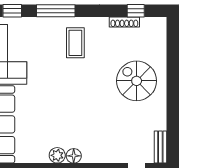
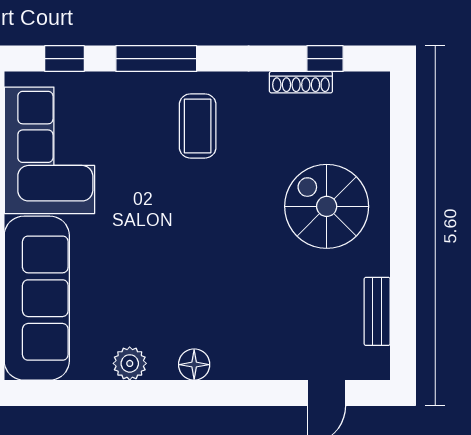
bench: (160, 147) -> (377, 311), moved
plant: (57, 155) -> (130, 363), moved

